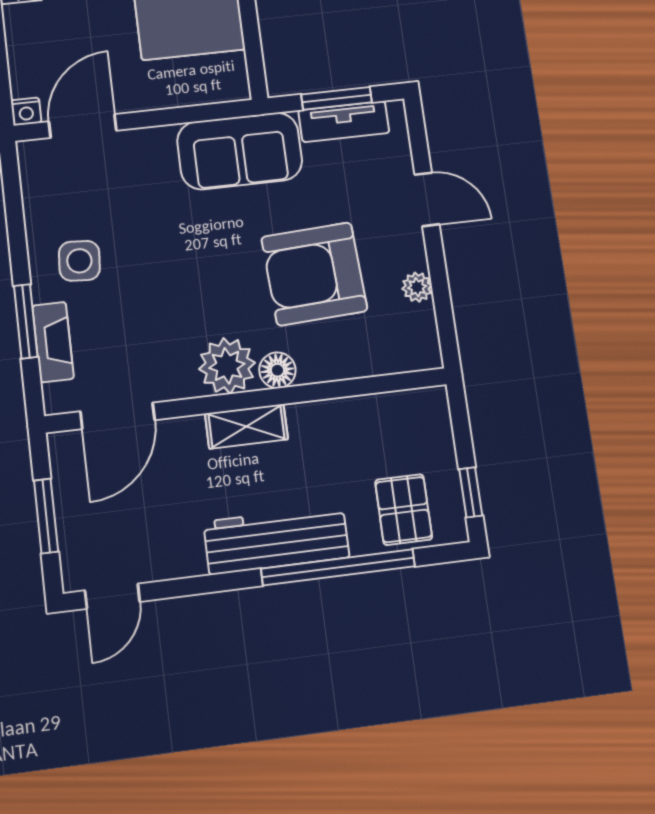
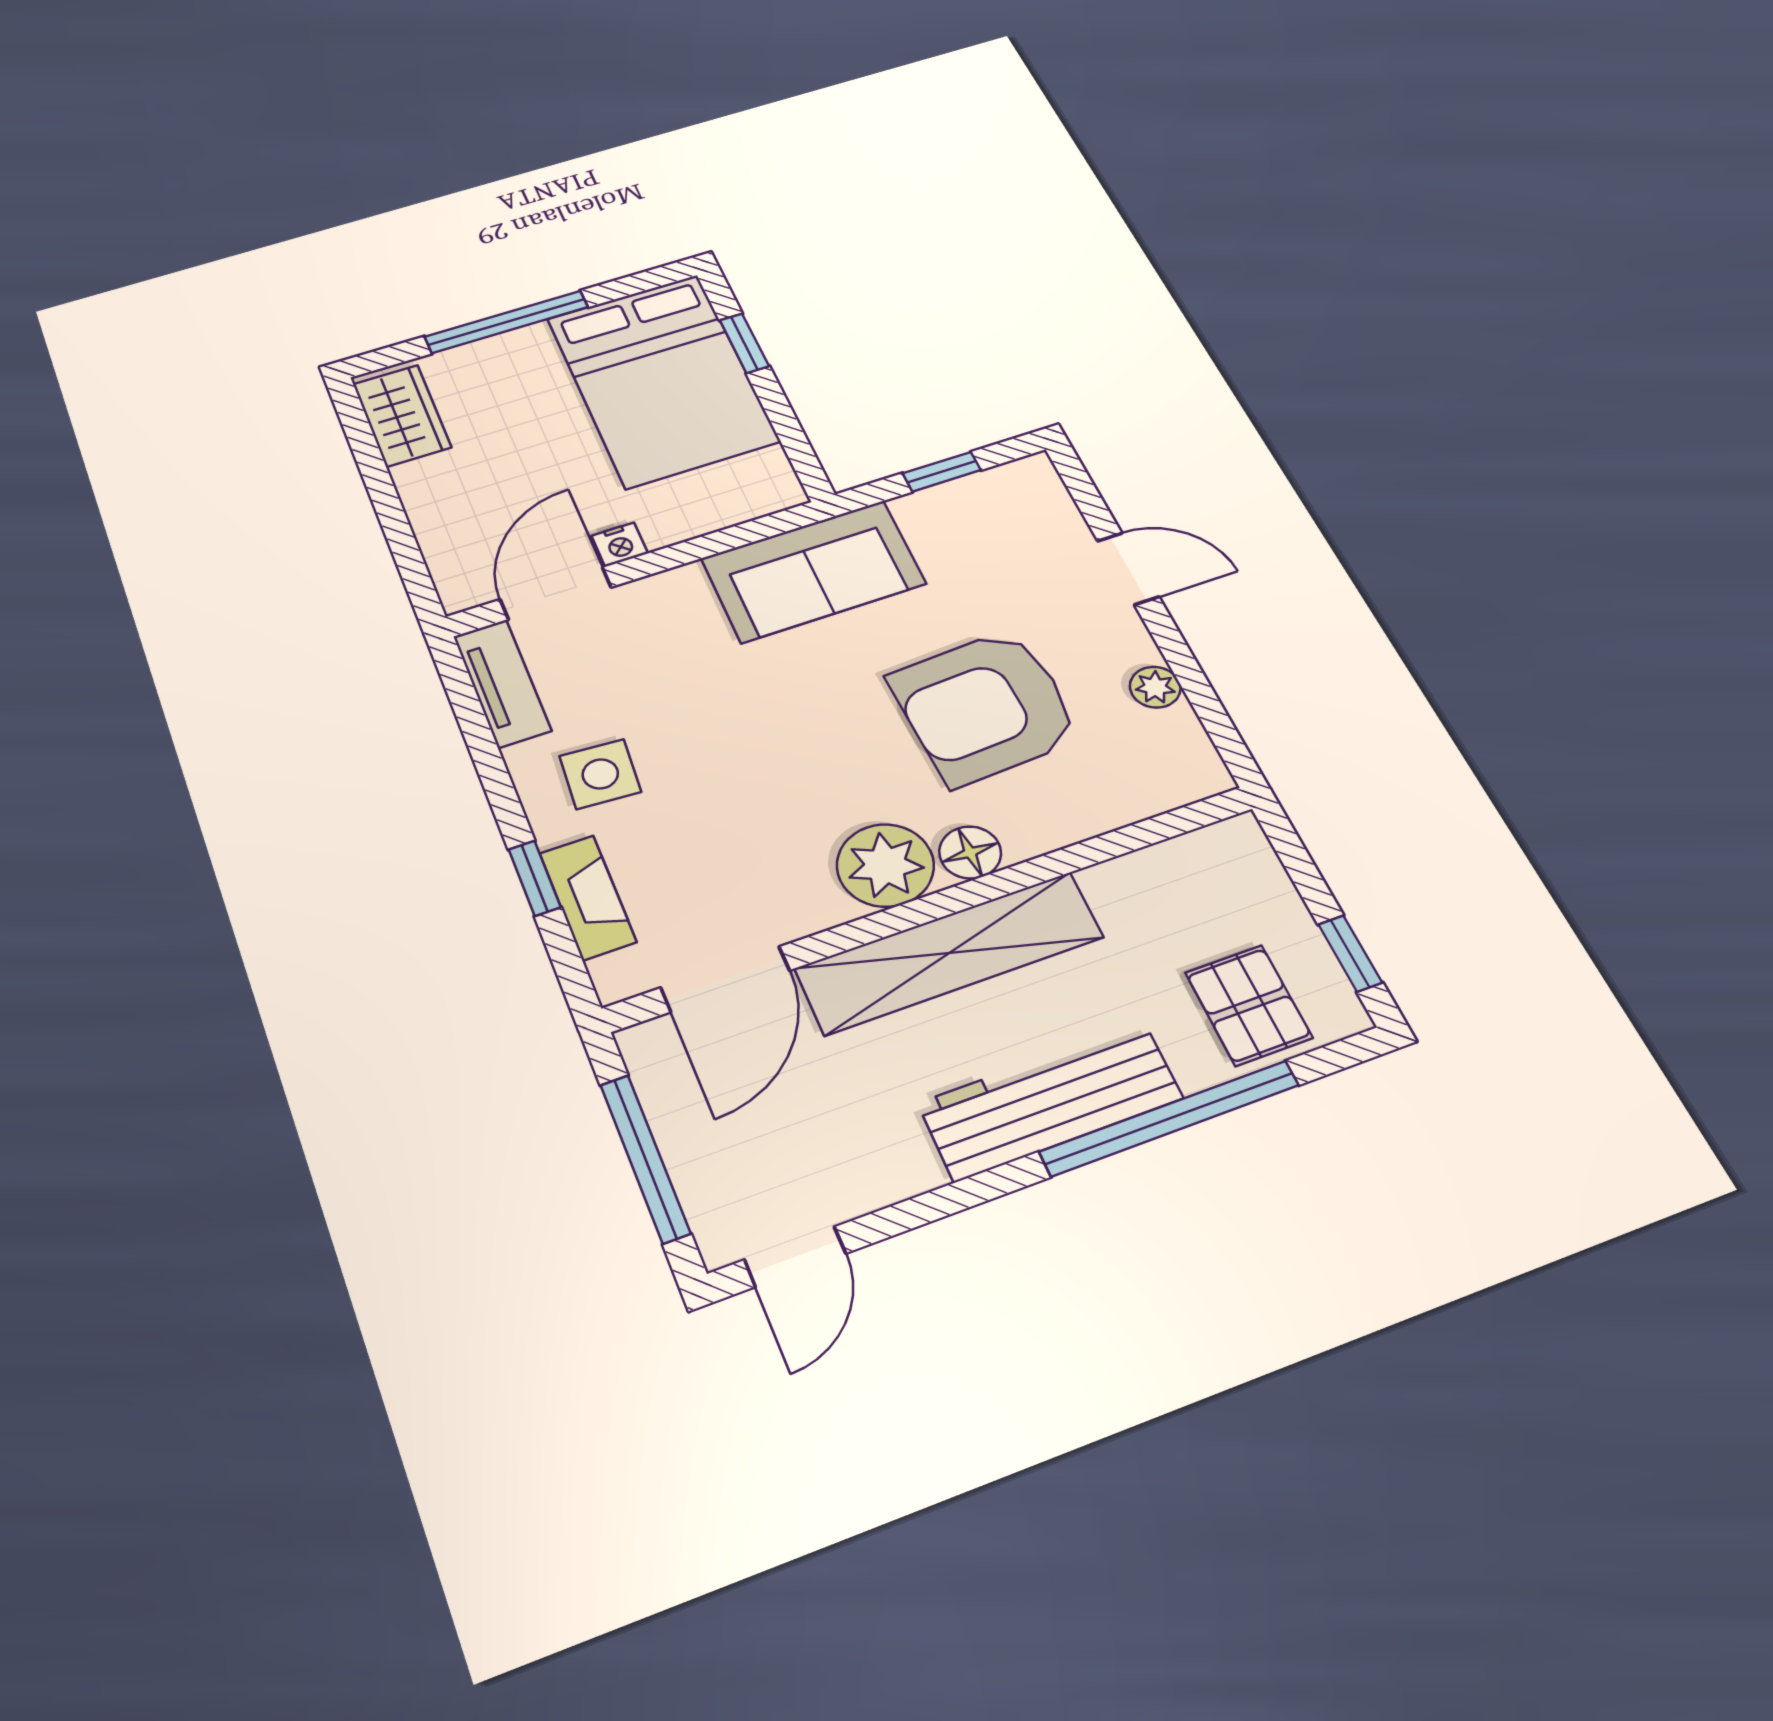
window: (337, 98) -> (942, 472), width x0.67
nightstand: (26, 111) -> (620, 544), moved
tv unit: (344, 122) -> (502, 683), moved, turned -90
window: (26, 321) -> (535, 878), width x0.67
shelving: (246, 426) -> (949, 953), width x2.20, depth x1.33
window: (46, 516) -> (645, 1158), width x1.44

